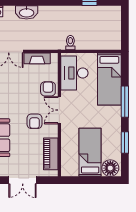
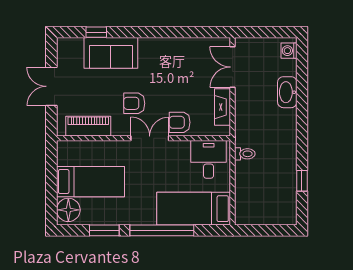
desk: (74, 73) -> (209, 159), width x0.73
armchair: (48, 89) -> (180, 122), turned 180
window: (125, 102) -> (162, 230), width x1.46

